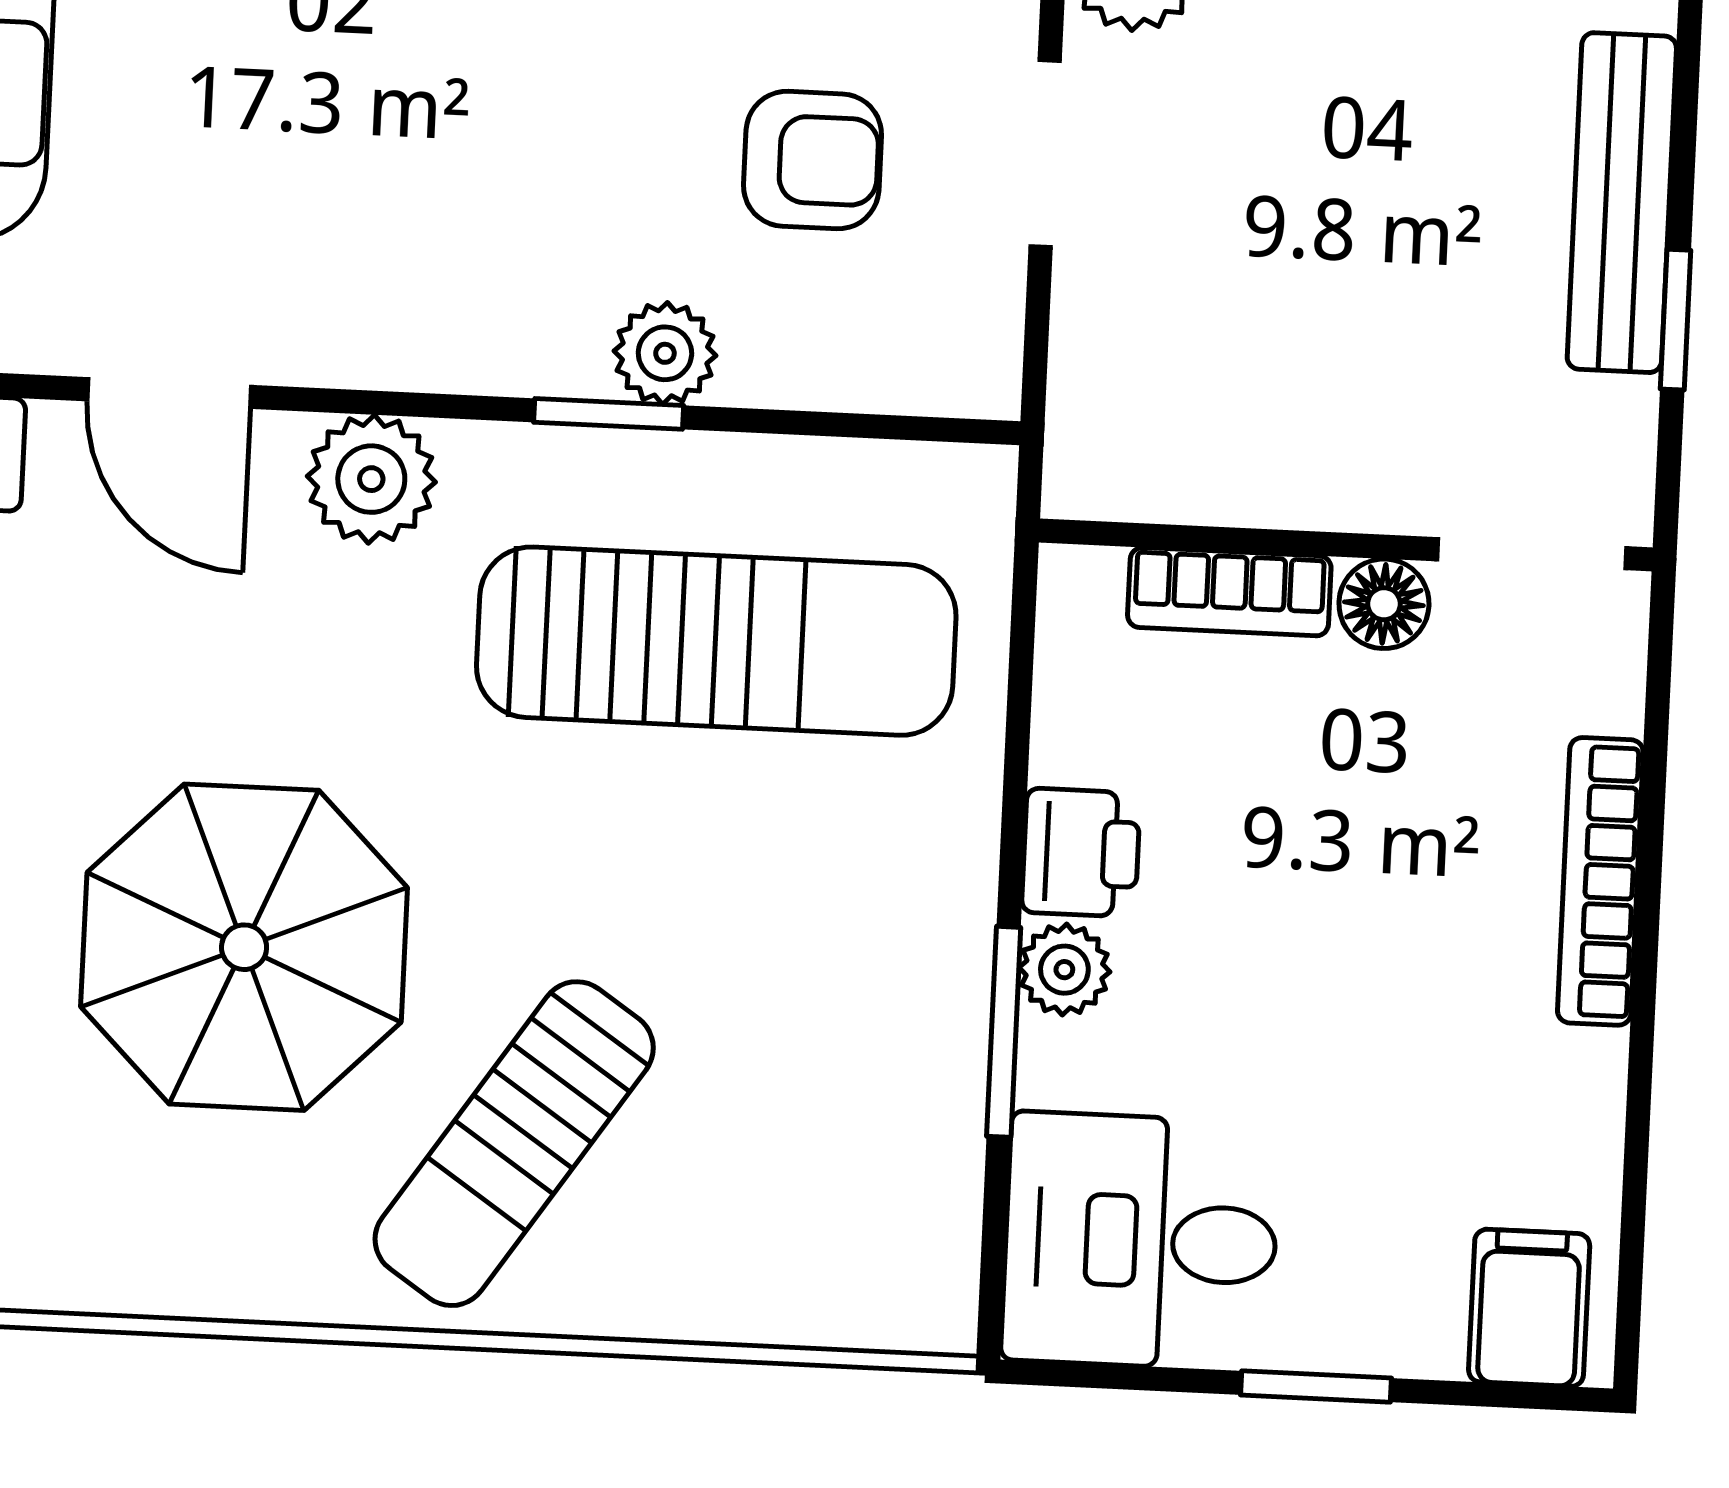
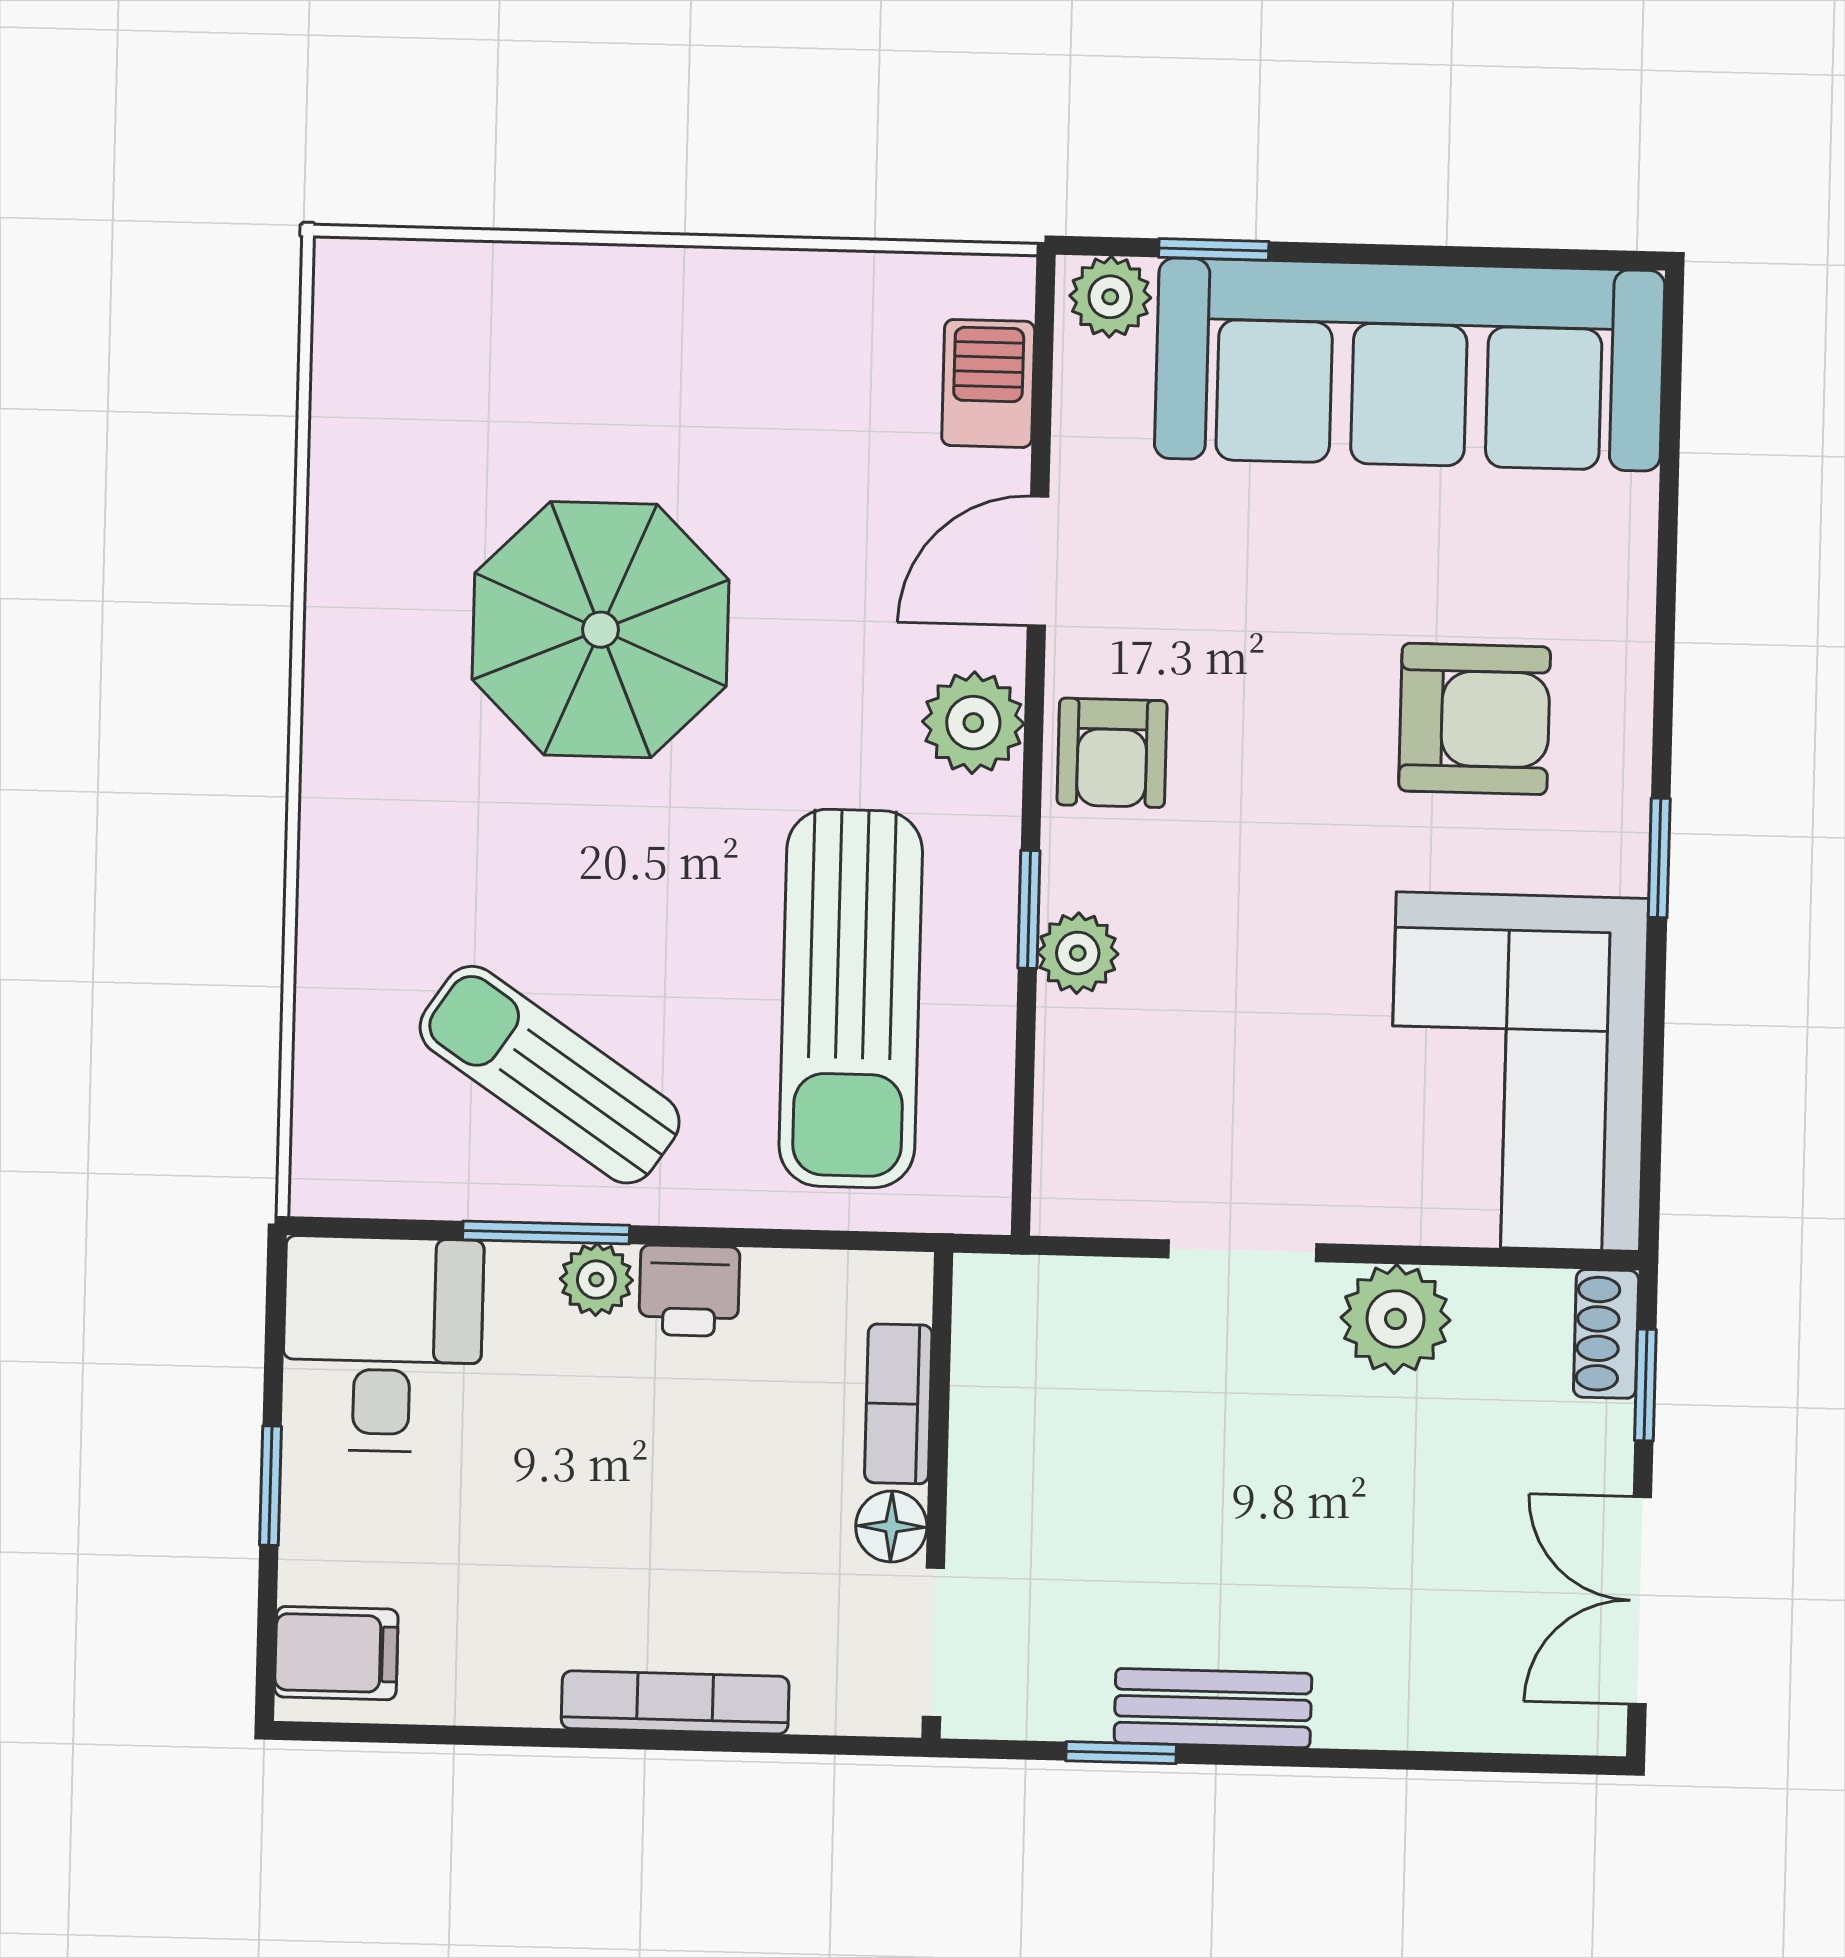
armchair: (812, 160) -> (1112, 753), moved
bench: (1622, 203) -> (1213, 1708), width x0.73
sun lounger: (514, 1144) -> (550, 1075), moved

